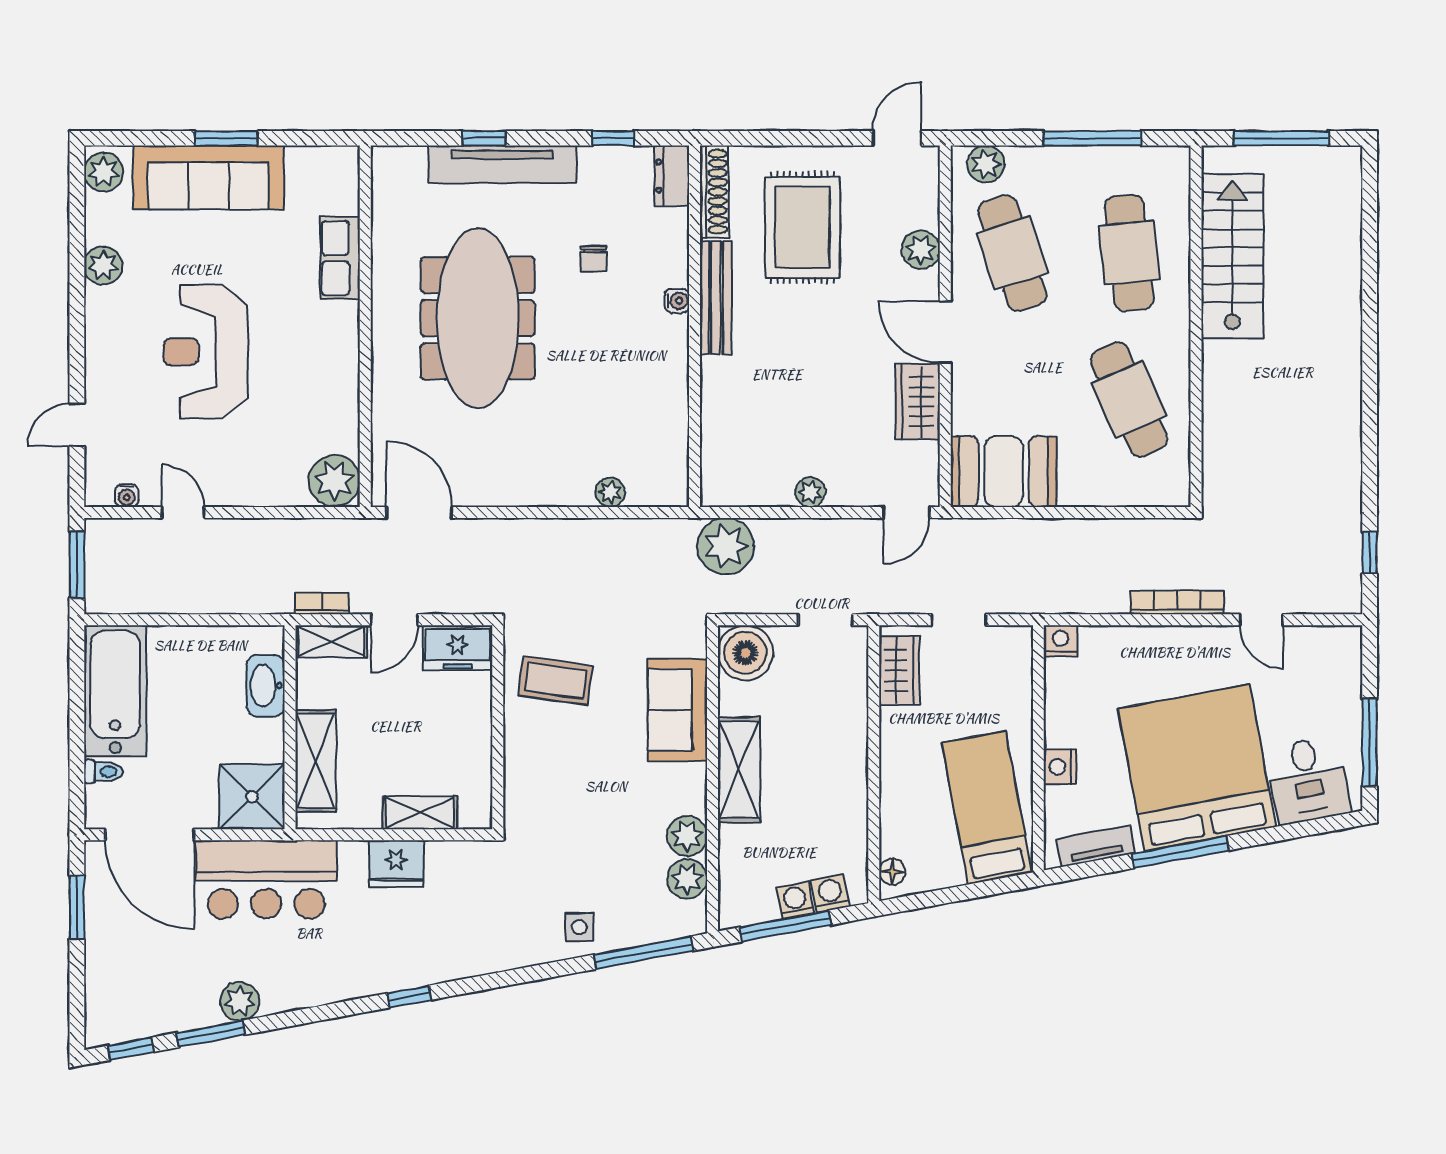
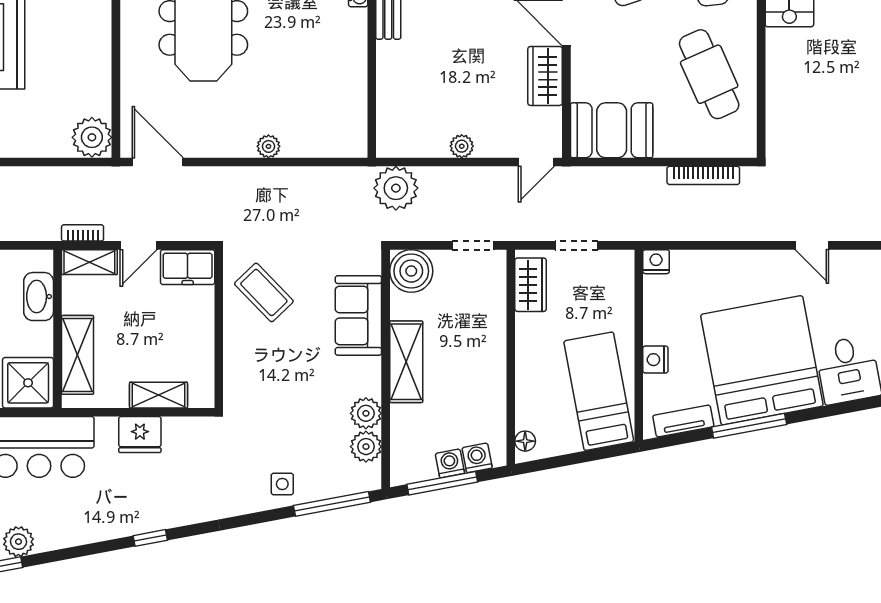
plant: (610, 492) -> (268, 146), moved
bookcase: (1177, 603) -> (703, 175), moved, turned 180
coffee table: (556, 680) -> (264, 292), turned 38

